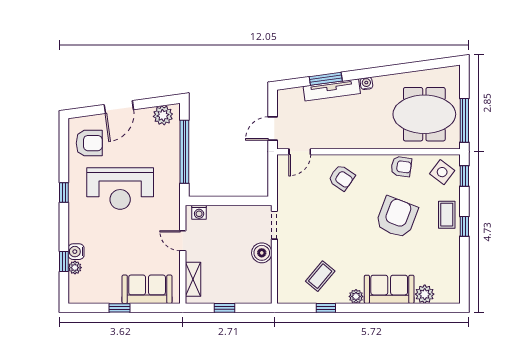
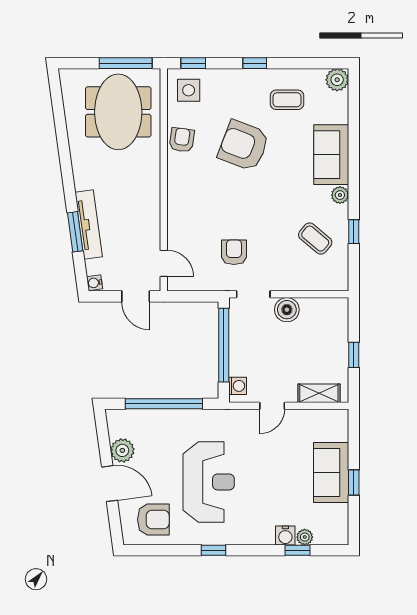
water cooler: (366, 83) -> (95, 283), moved
plant: (163, 115) -> (122, 450), moved
armchair: (89, 143) -> (153, 520), turned 90
side table: (442, 172) -> (189, 90), turned -37
armchair: (342, 178) -> (234, 252), moved, turned -35
window: (233, 201) -> (224, 345), added
coffee table: (447, 215) -> (287, 100), moved
sofa: (147, 289) -> (331, 472), moved
plant: (425, 294) -> (337, 80), moved

